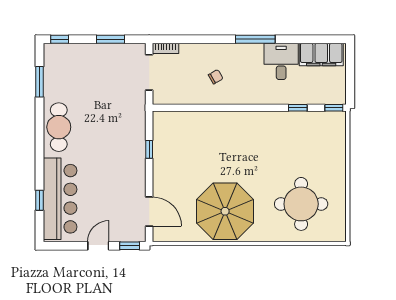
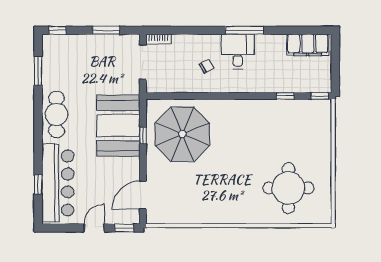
desk: (281, 61) -> (238, 52), moved
booth: (123, 139) -> (118, 126), added
door: (149, 211) -> (143, 195), swing flipped
parasol: (225, 211) -> (182, 134), moved

